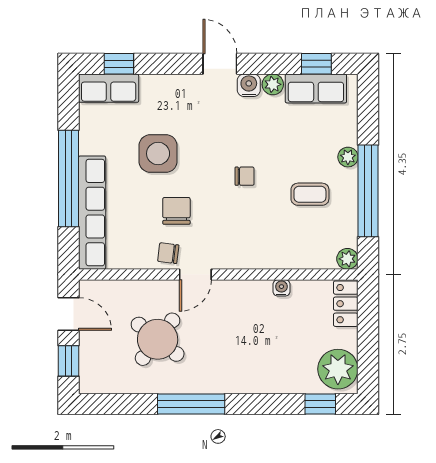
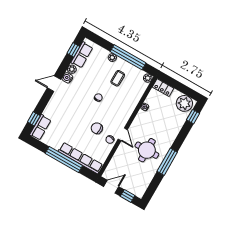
side table: (158, 154) -> (73, 123), removed
round table: (158, 339) -> (147, 150), moved, turned -38

